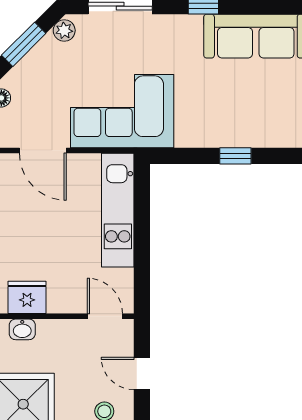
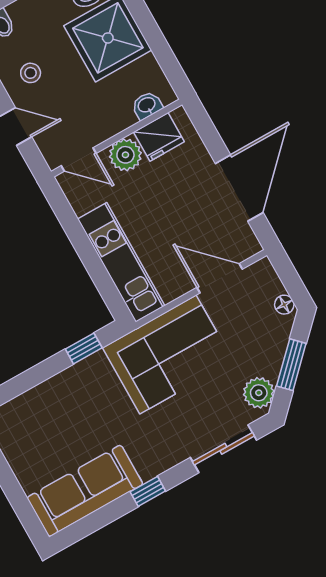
plant: (64, 30) -> (259, 393), width x1.38, depth x1.38
window: (235, 156) -> (84, 348), moved
plant: (64, 298) -> (125, 155), added

